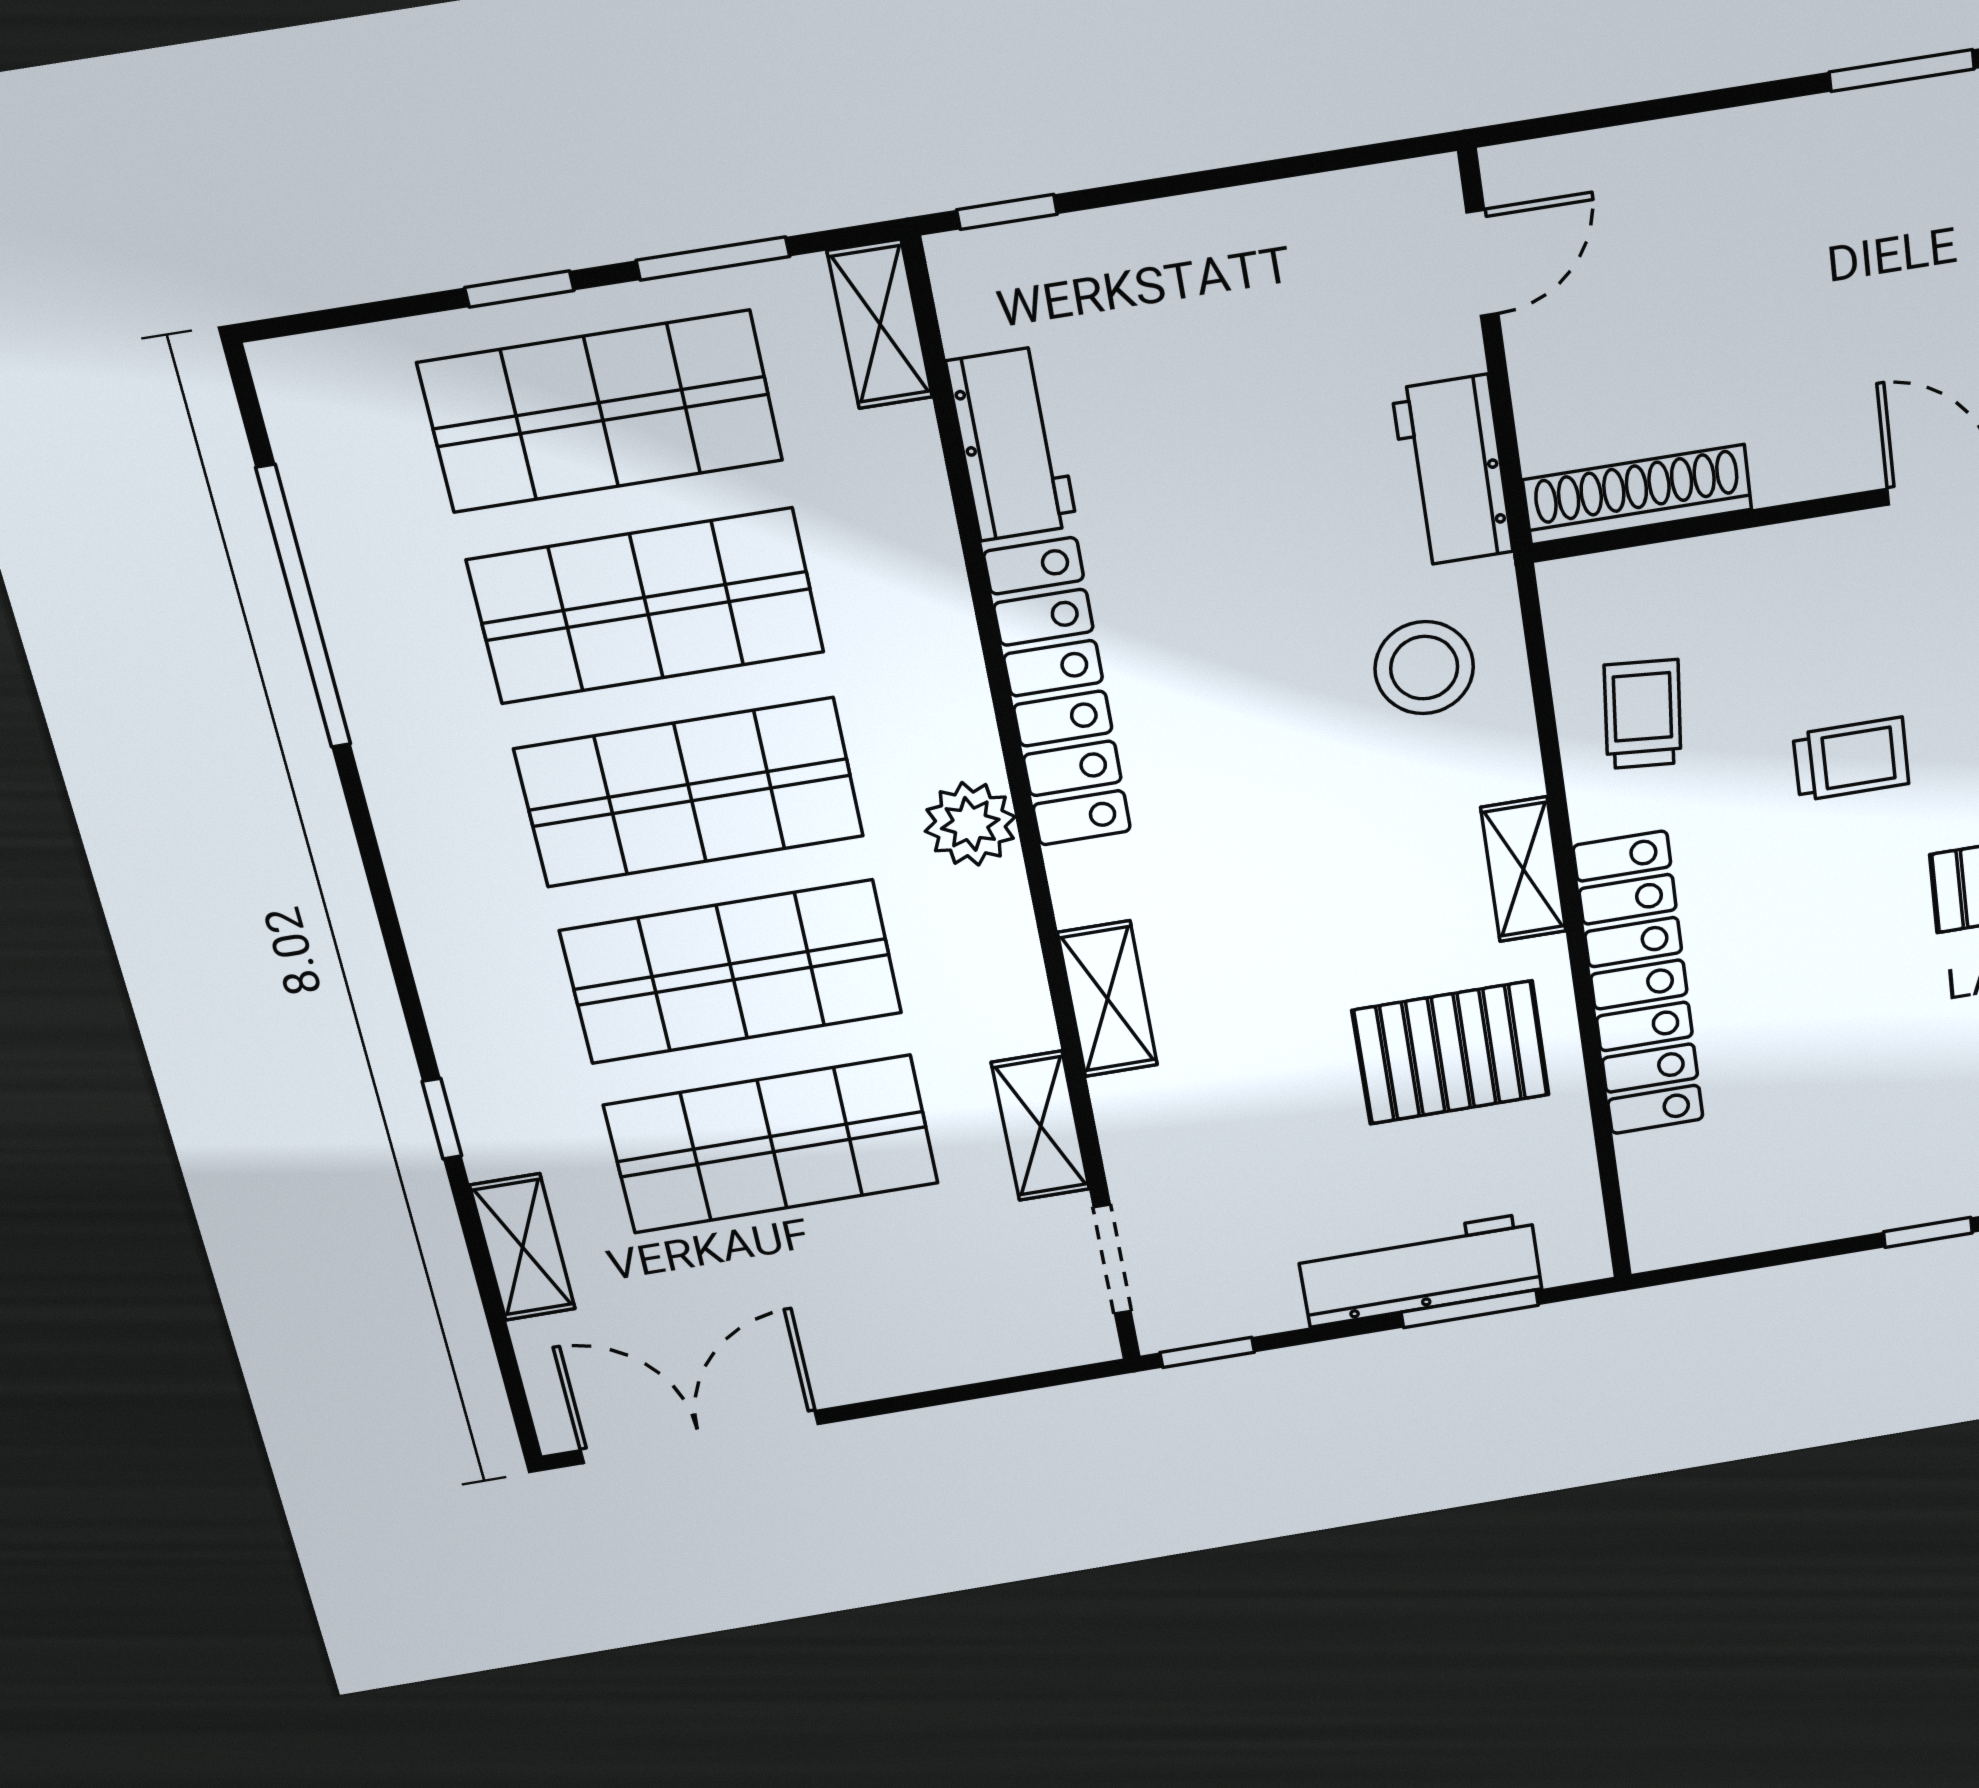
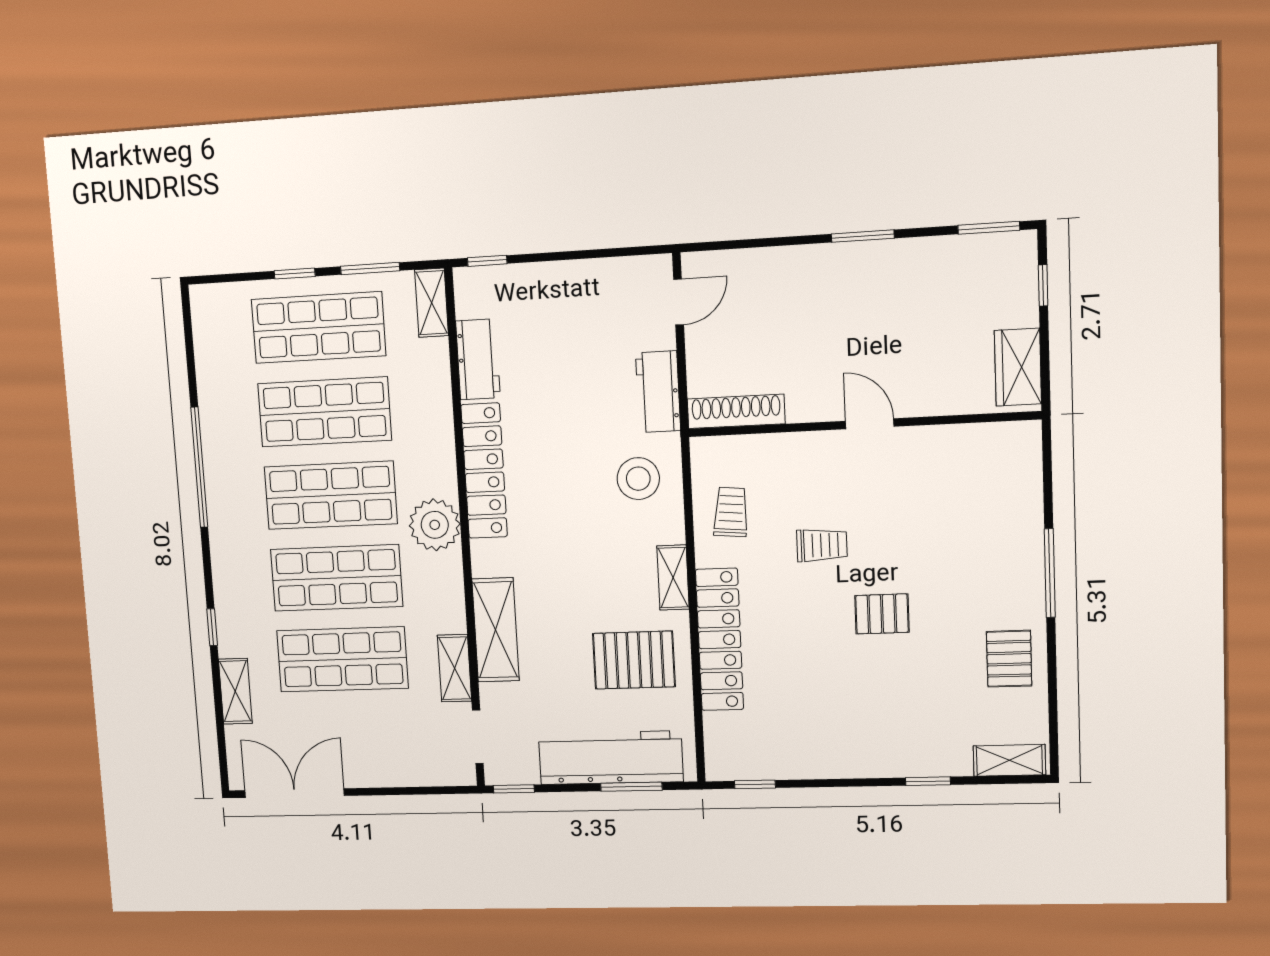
window: (304, 608) -> (199, 467), moved
plant: (970, 824) -> (435, 525), width x1.36, depth x1.36
shelving: (1108, 999) -> (496, 630), width x1.50, depth x1.33
window: (1928, 1232) -> (755, 784), moved
workbench: (1420, 1270) -> (611, 758), width x1.36, depth x1.32

